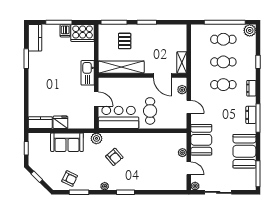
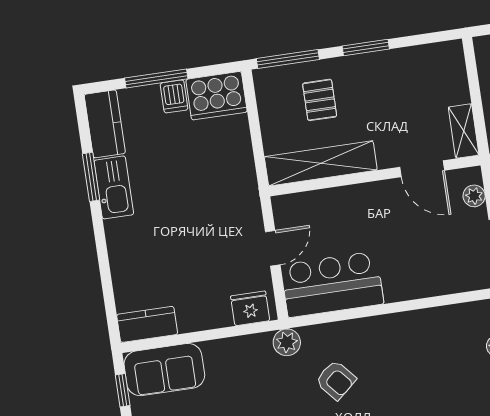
kitchen sink: (88, 73) -> (114, 187), moved, turned 180
door: (96, 99) -> (273, 248), hinge flipped
cafe table: (150, 111) -> (405, 258), removed
fridge: (60, 122) -> (250, 308), moved
sofa: (67, 142) -> (164, 370), moved

